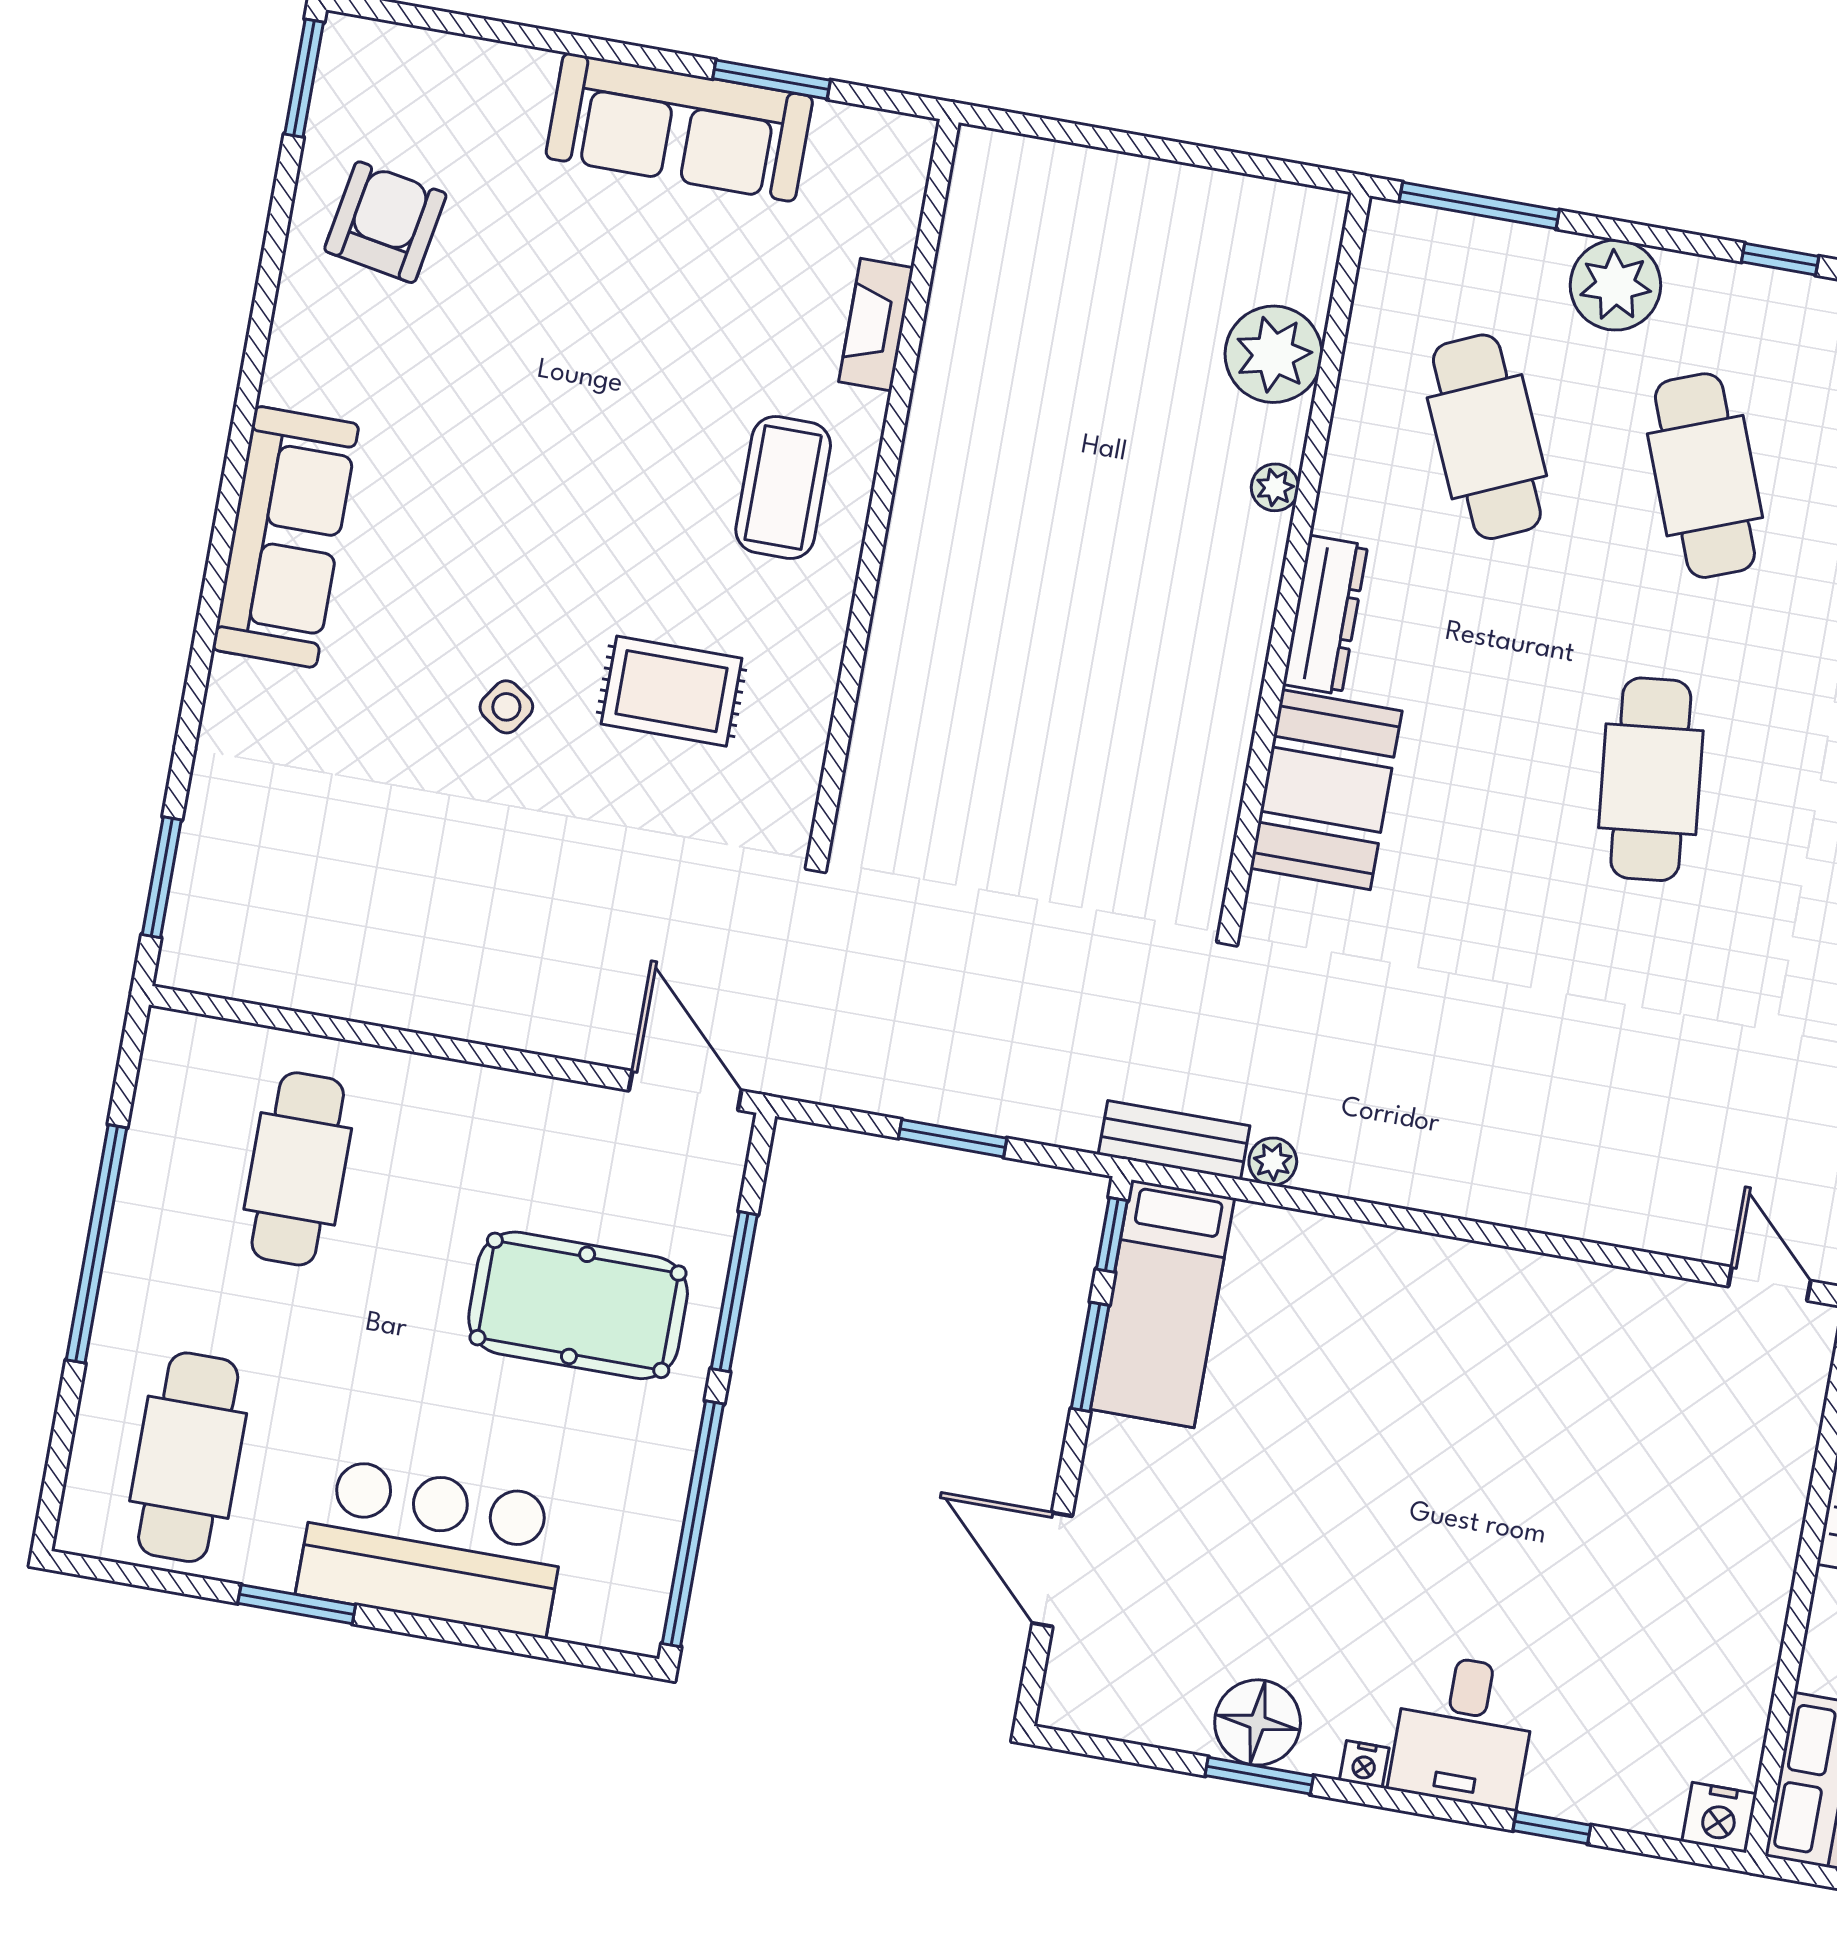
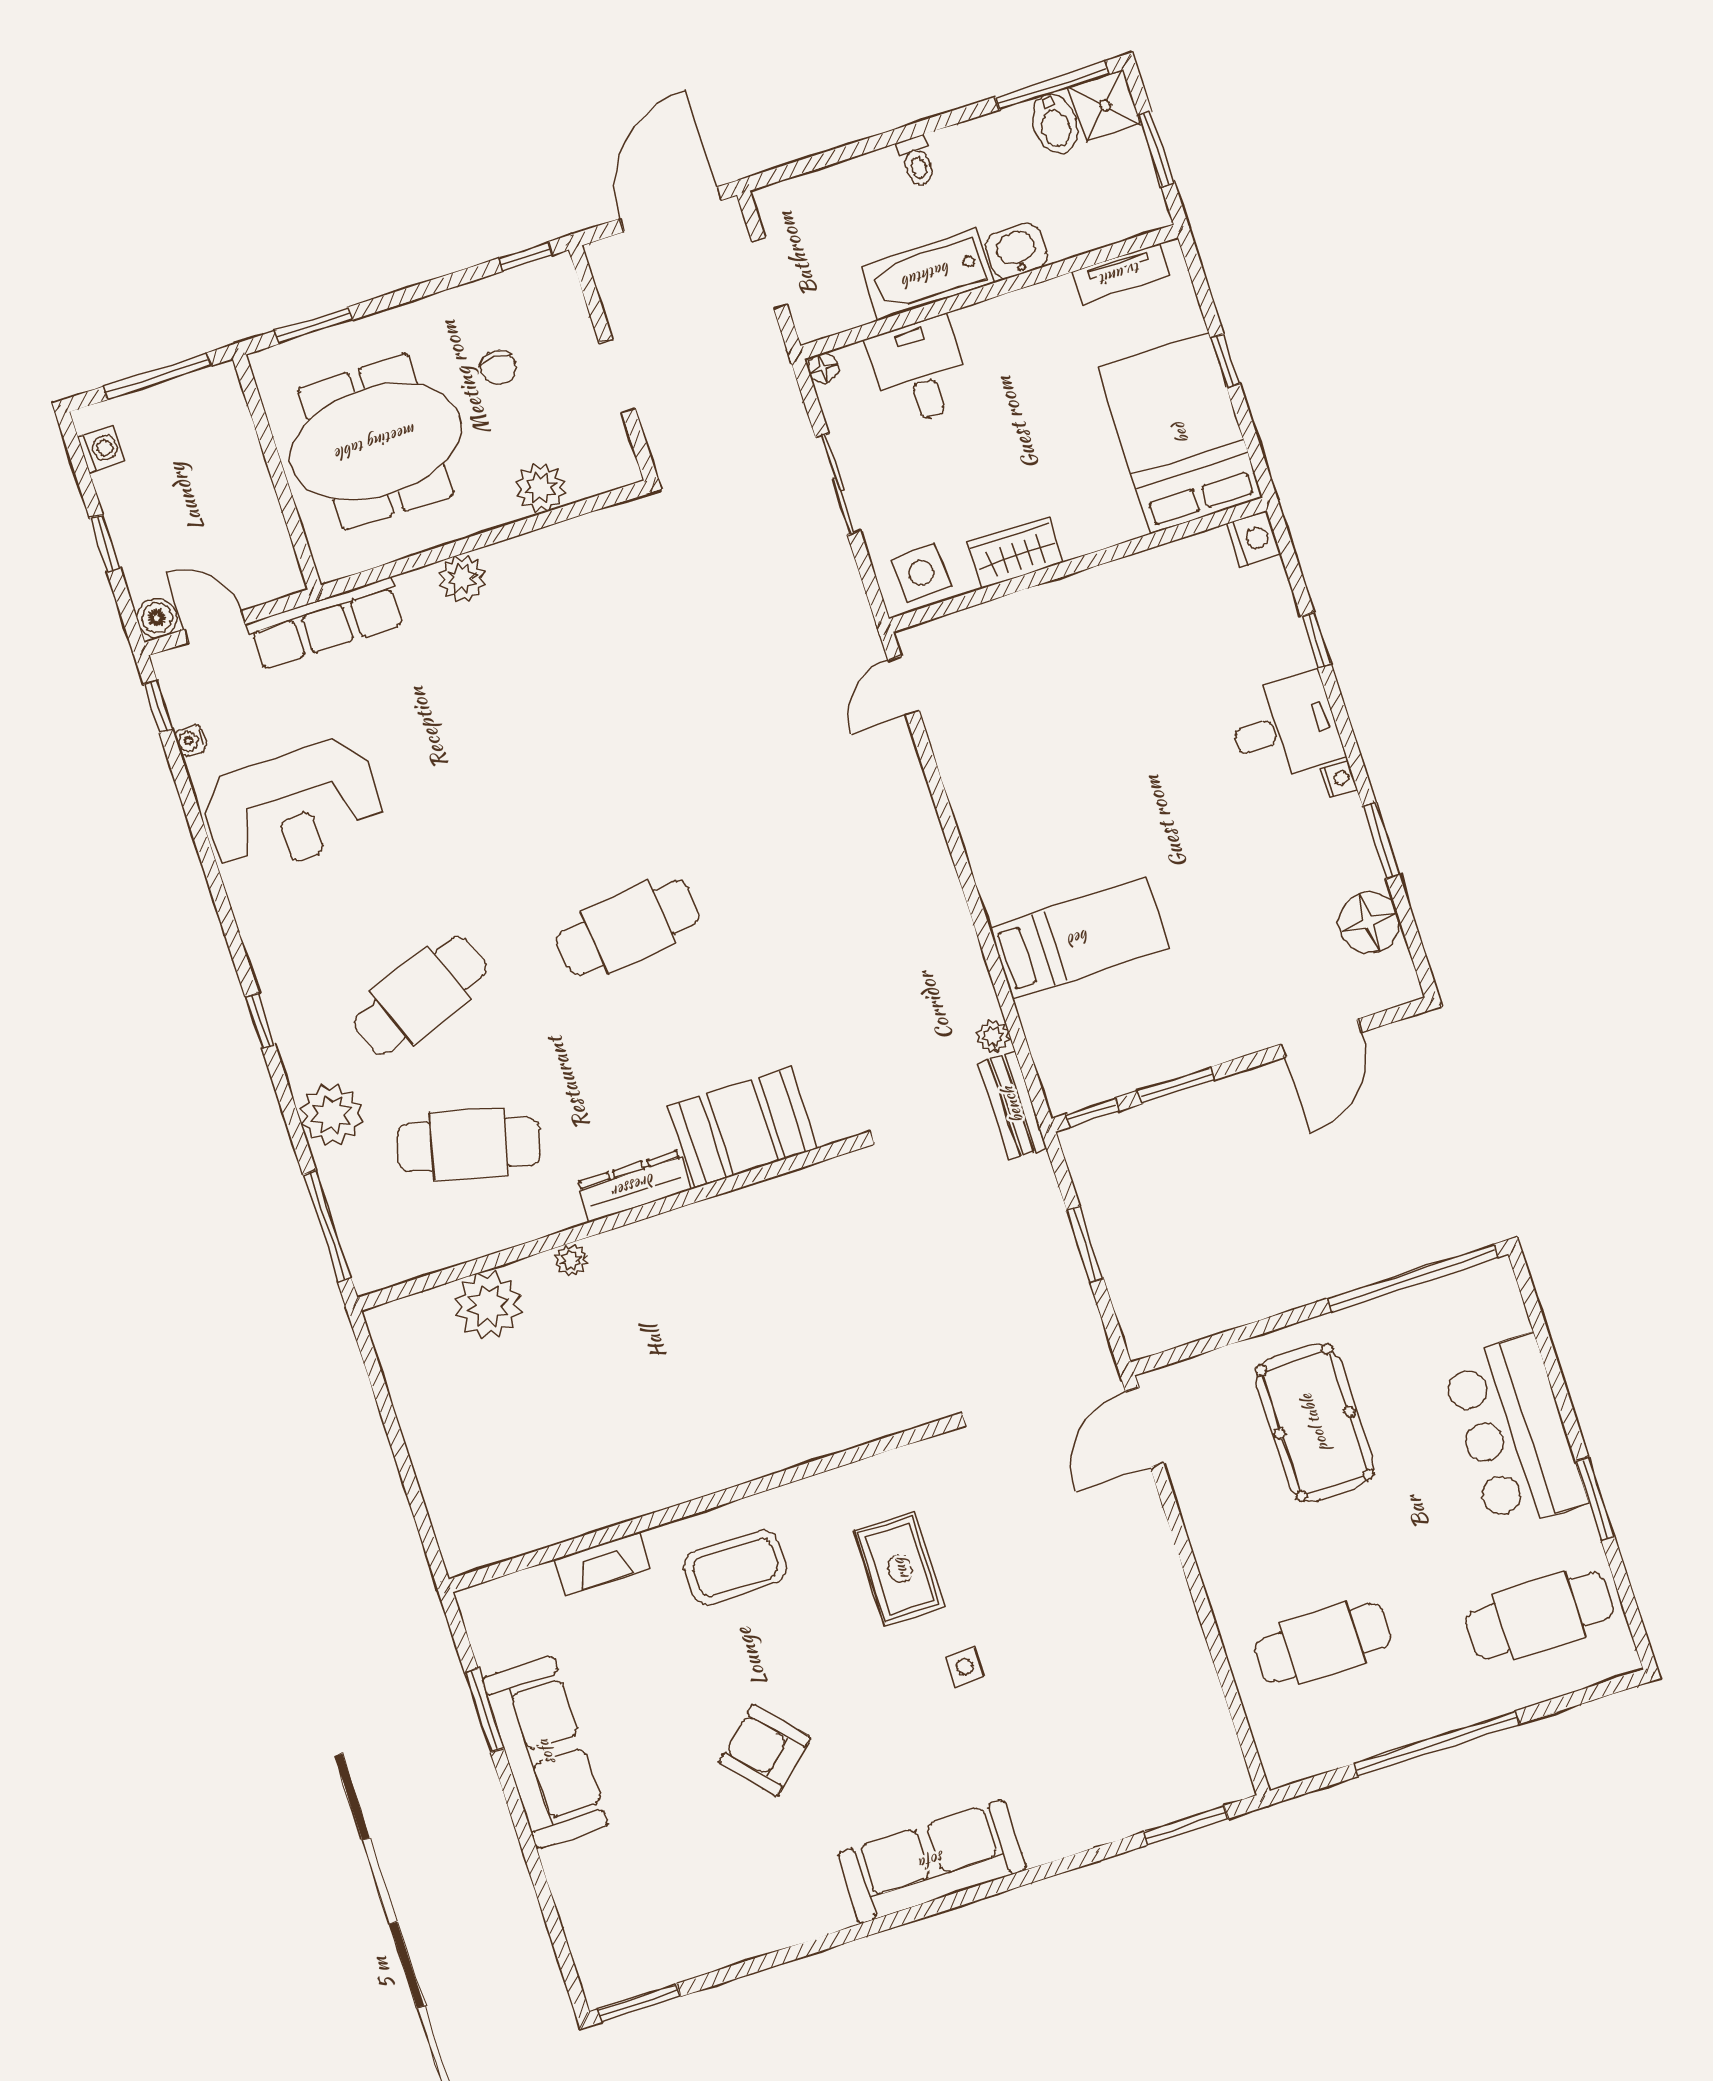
armchair: (385, 222) -> (765, 1750), moved, turned 38
cafe table: (1487, 437) -> (469, 1145), turned 39
side table: (506, 707) -> (965, 1667), turned -34
window: (734, 1292) -> (1254, 1330), removed
bed: (1162, 1304) -> (1079, 938), moved
floor lamp: (1258, 1722) -> (1369, 922), moved

